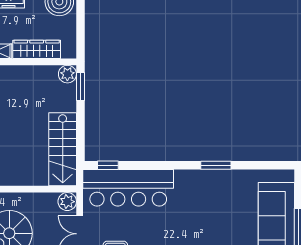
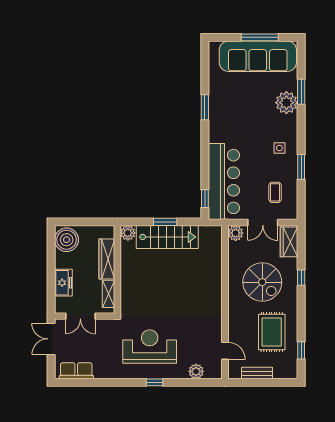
window: (80, 87) -> (165, 222), moved
stairs: (63, 149) -> (167, 237), moved

